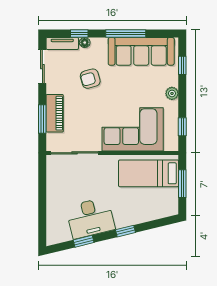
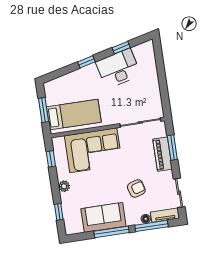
window: (79, 33) -> (152, 226), width x2.17
sofa: (141, 51) -> (103, 217), width x0.73

